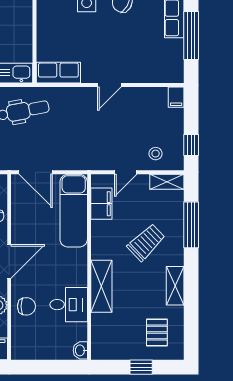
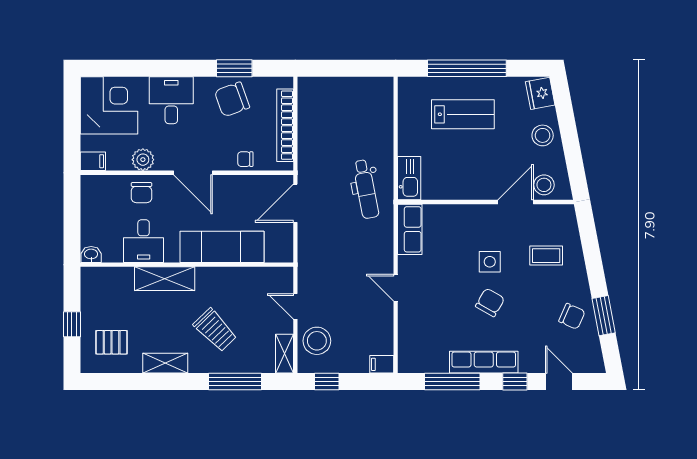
stool: (156, 154) -> (317, 341), width x1.89, depth x1.89
filing cabinet: (101, 204) -> (259, 279), removed
exam couch: (74, 211) -> (222, 247), moved

